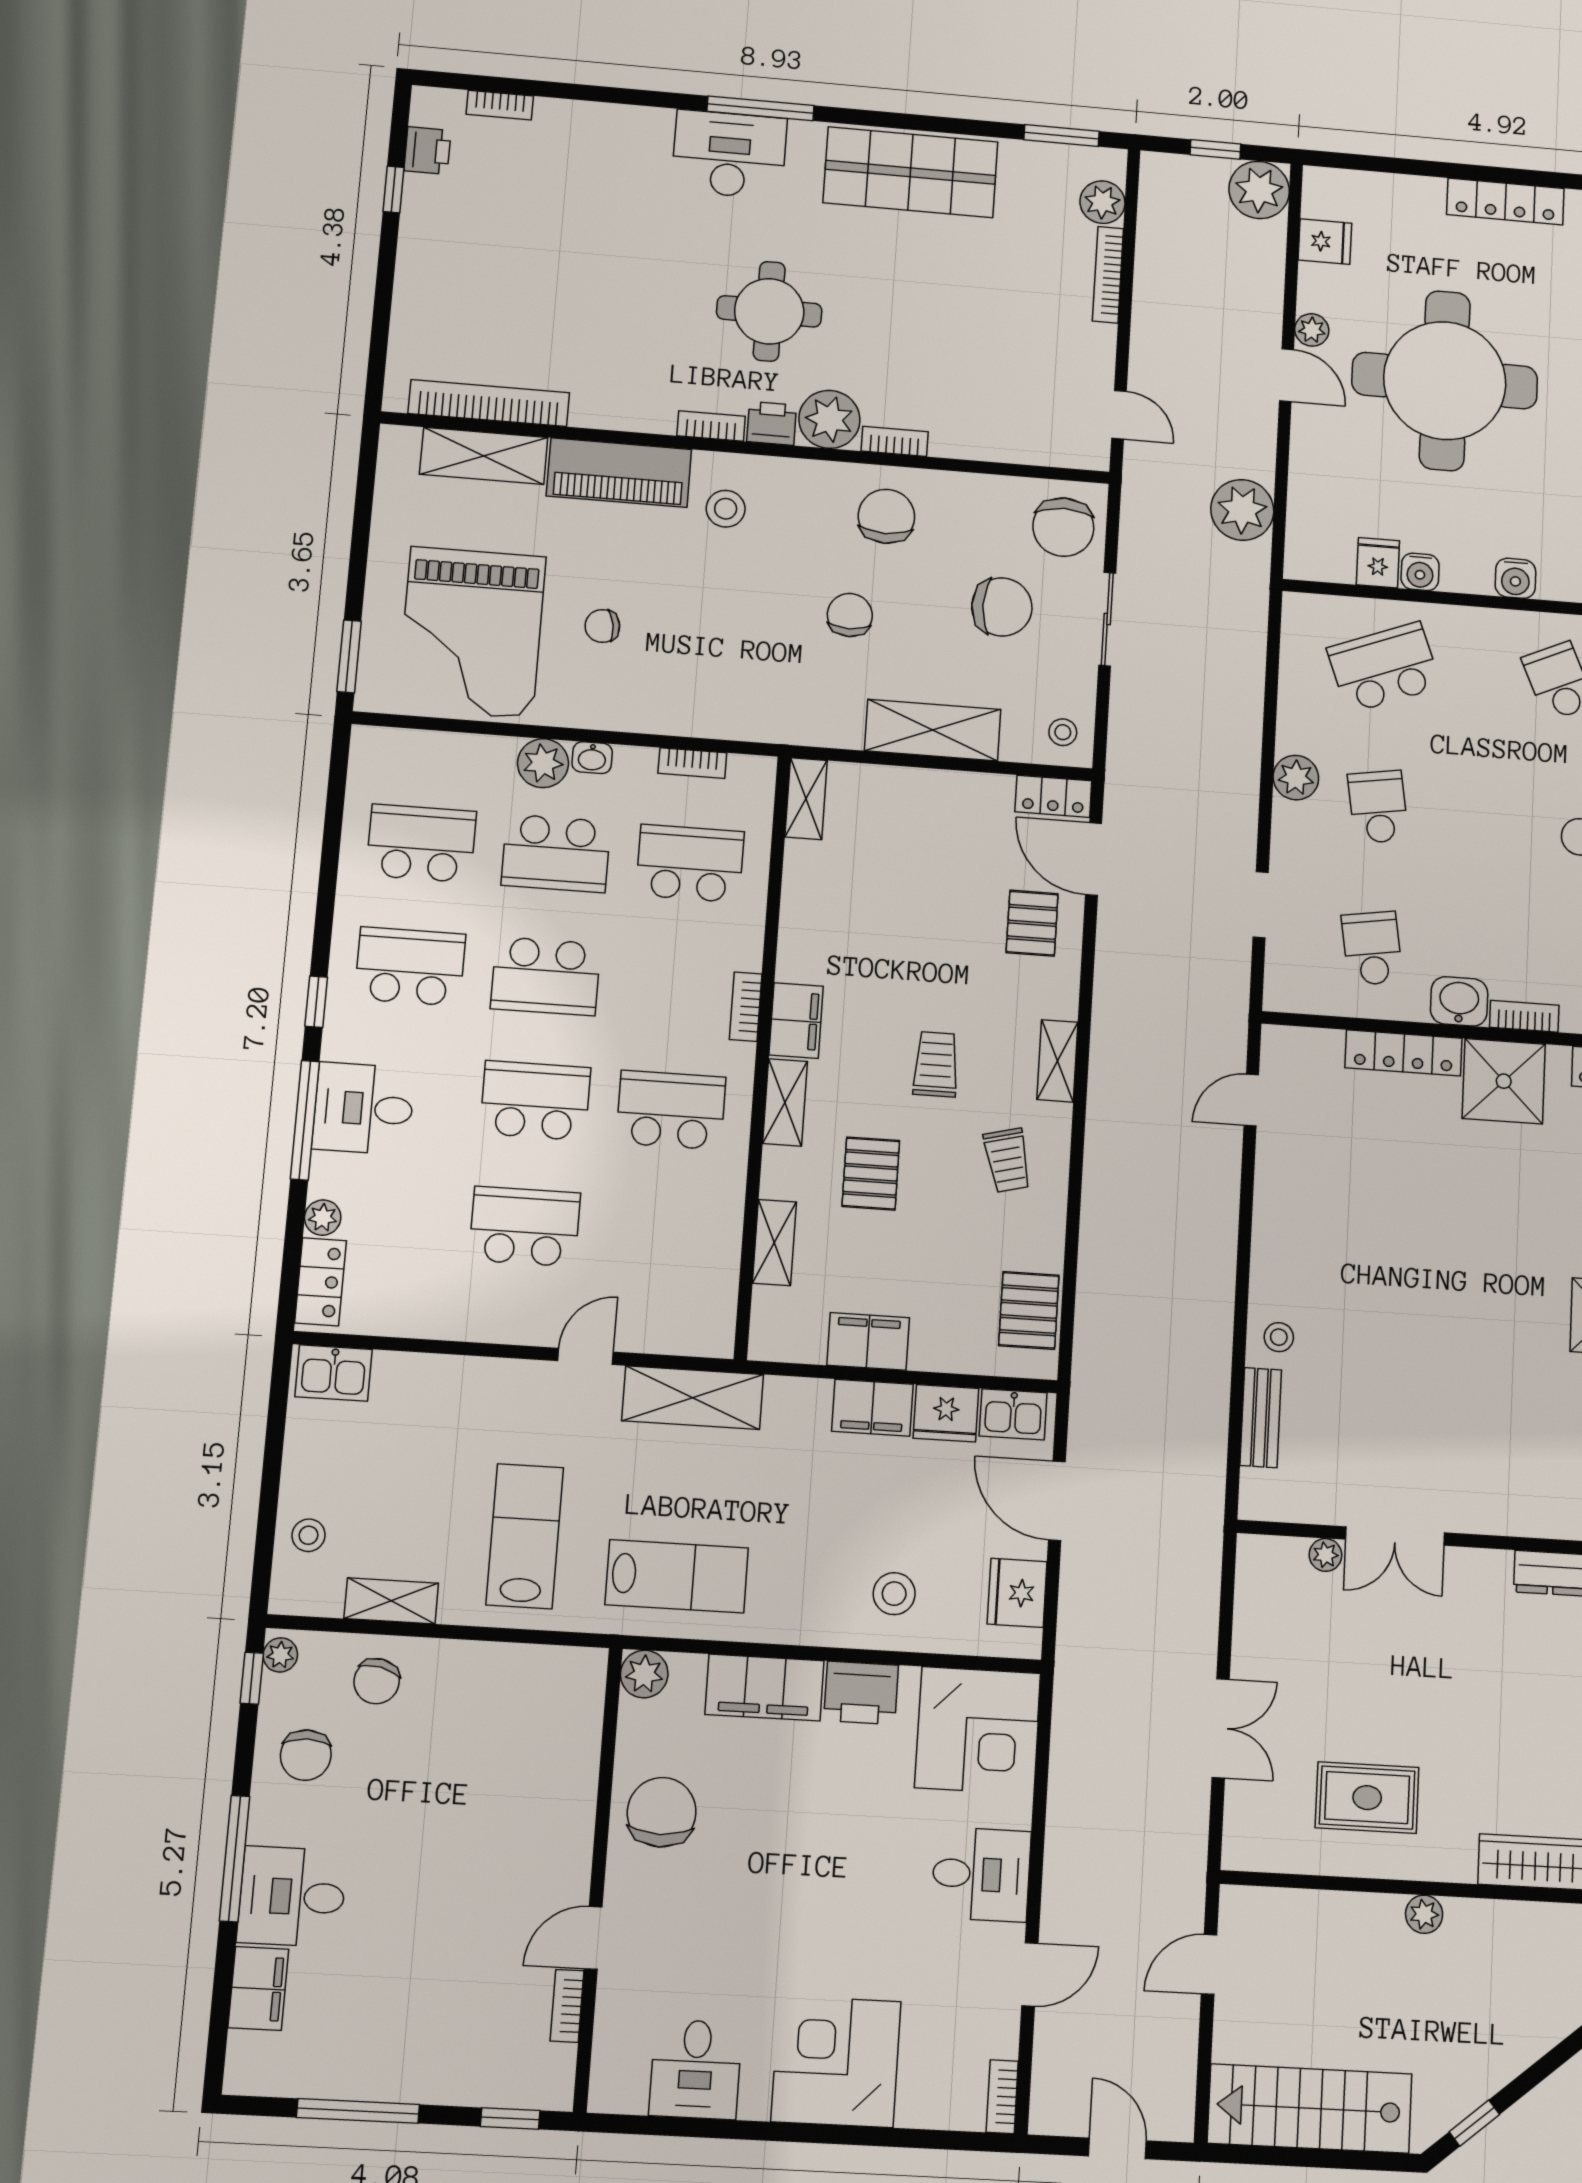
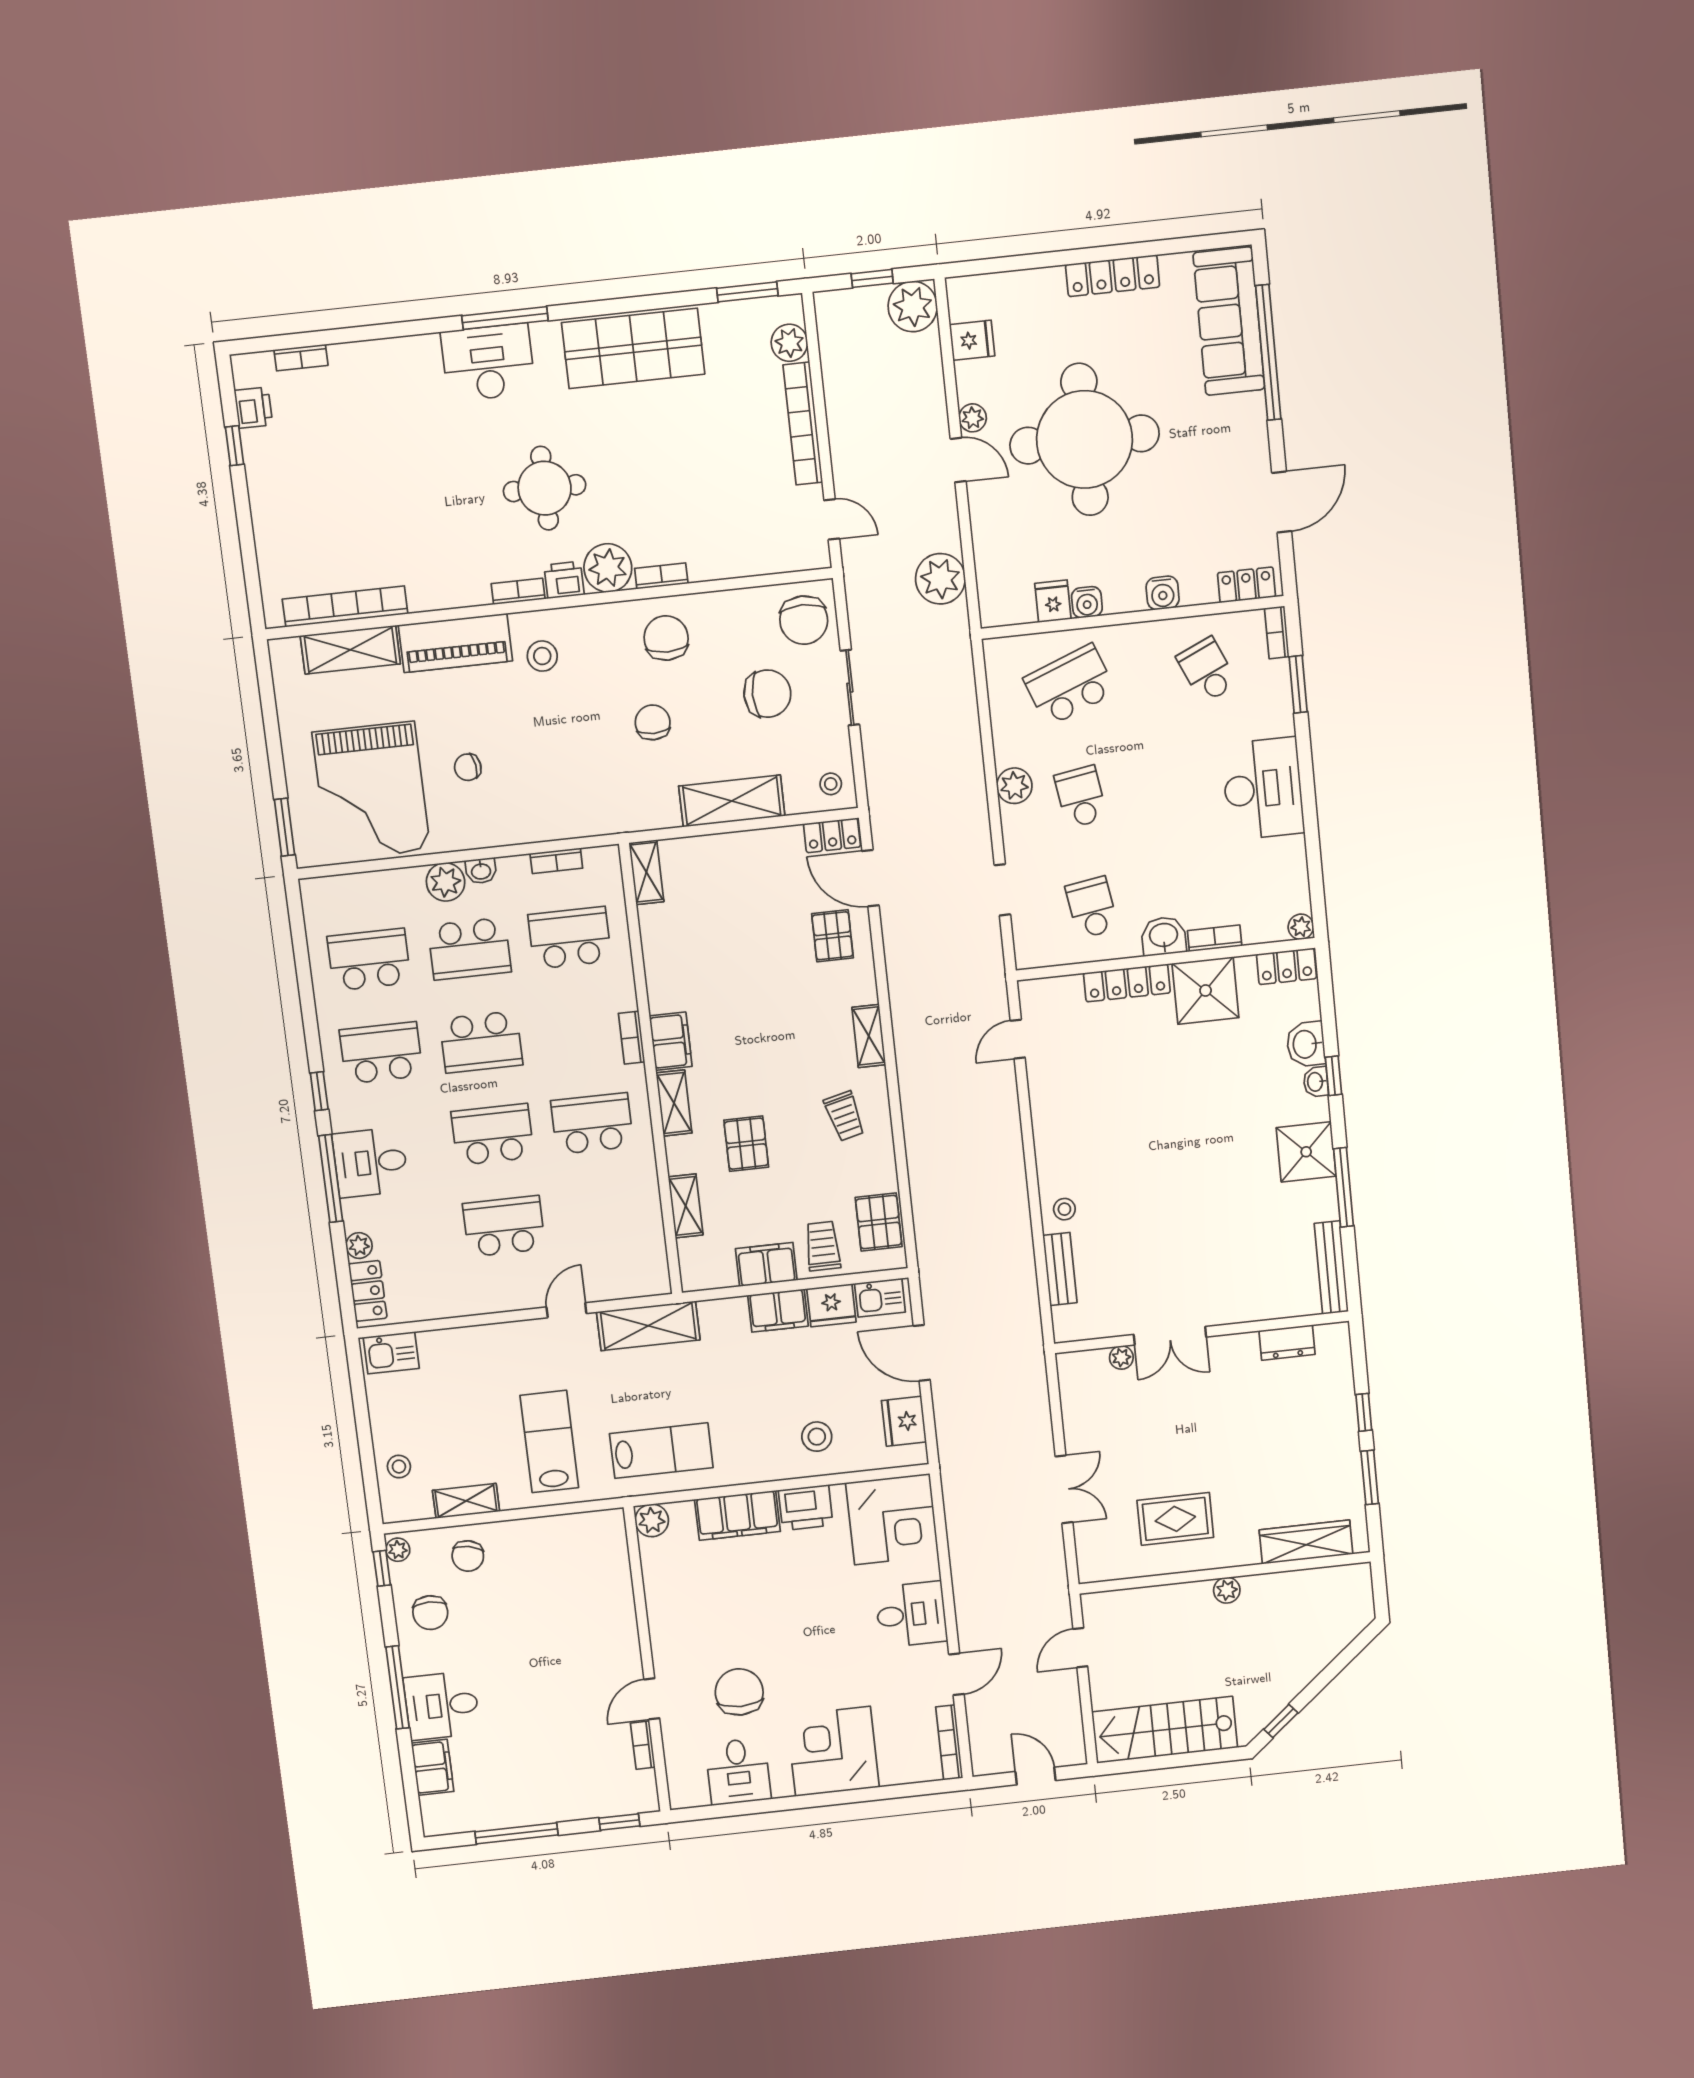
bookcase: (1108, 275) -> (803, 424), width x1.48, depth x1.31
trolley: (936, 1064) -> (823, 1246), moved
chair: (662, 1812) -> (739, 1692), moved
bookcase: (1002, 2097) -> (949, 1743), width x1.56

